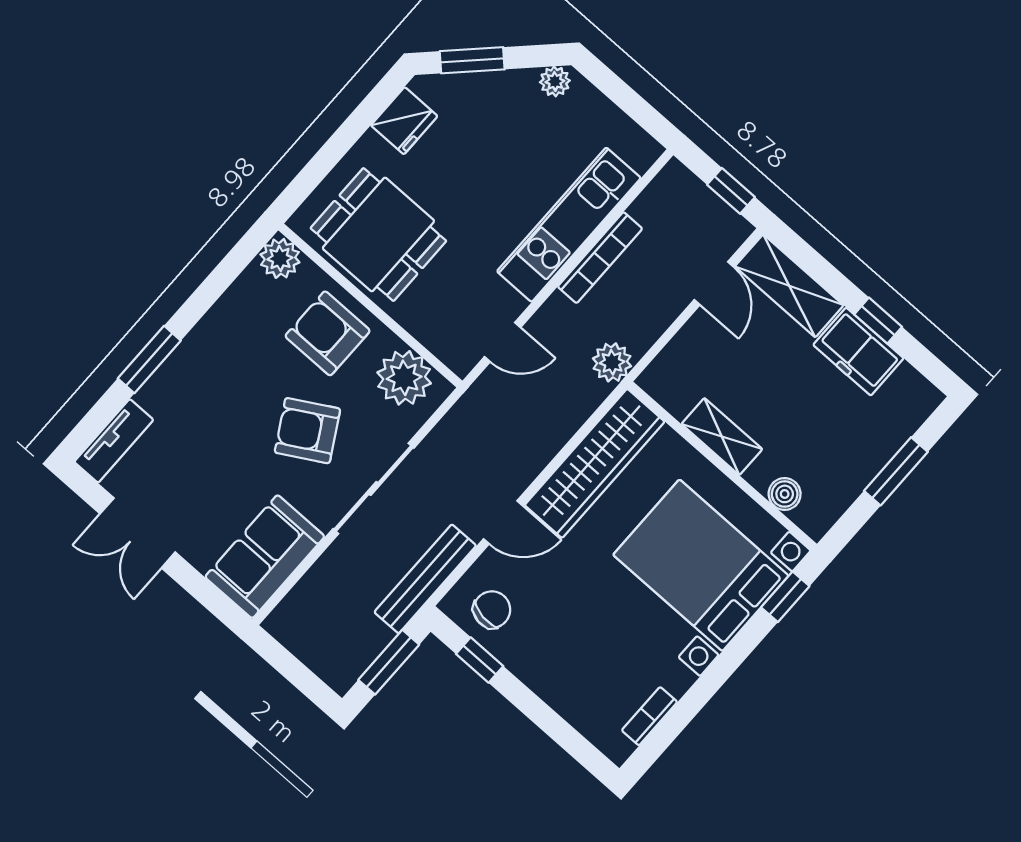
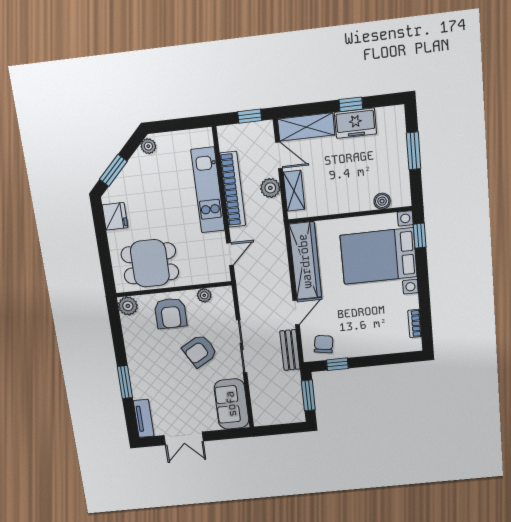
bookcase: (600, 258) -> (233, 190), width x1.48, depth x1.31
armchair: (328, 333) -> (171, 313), turned -90
plant: (612, 362) -> (270, 188), moved
plant: (404, 378) -> (204, 295), width x0.53, depth x0.53
shelving: (722, 437) -> (294, 191), moved, turned 90
bench: (425, 579) -> (290, 350), width x0.73

